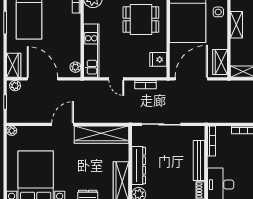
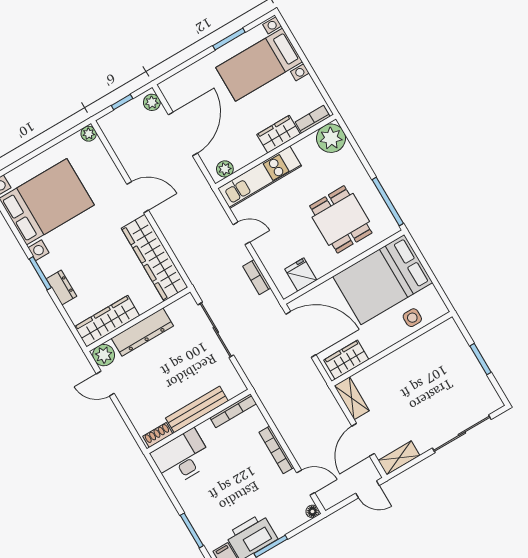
shelving: (236, 25) -> (410, 352), removed
wardrobe: (14, 65) -> (279, 134), moved, turned 180
door: (116, 79) -> (241, 233), swing flipped

